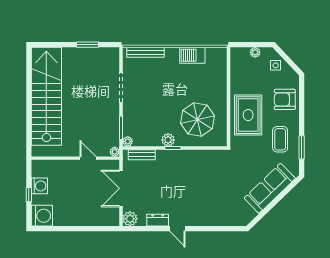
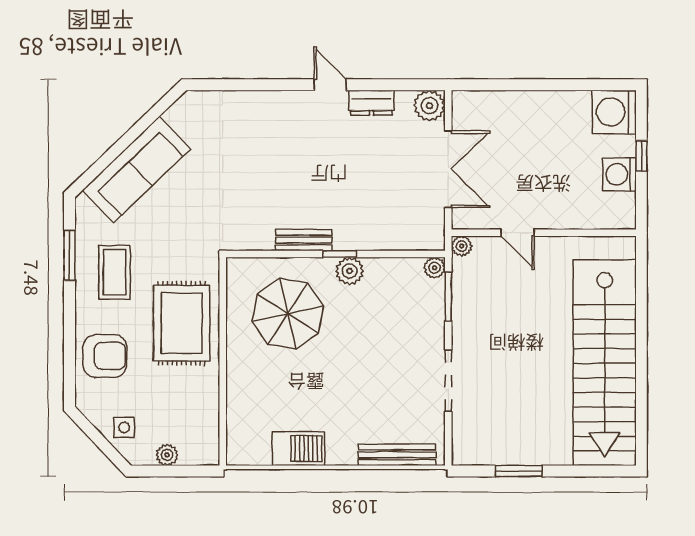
bench: (142, 155) -> (304, 240), moved

